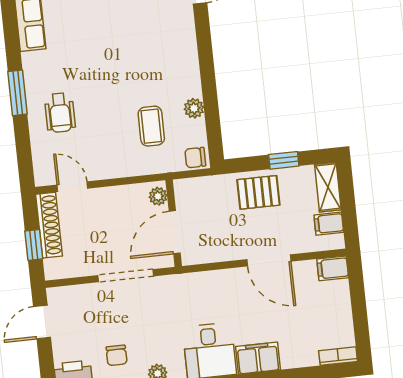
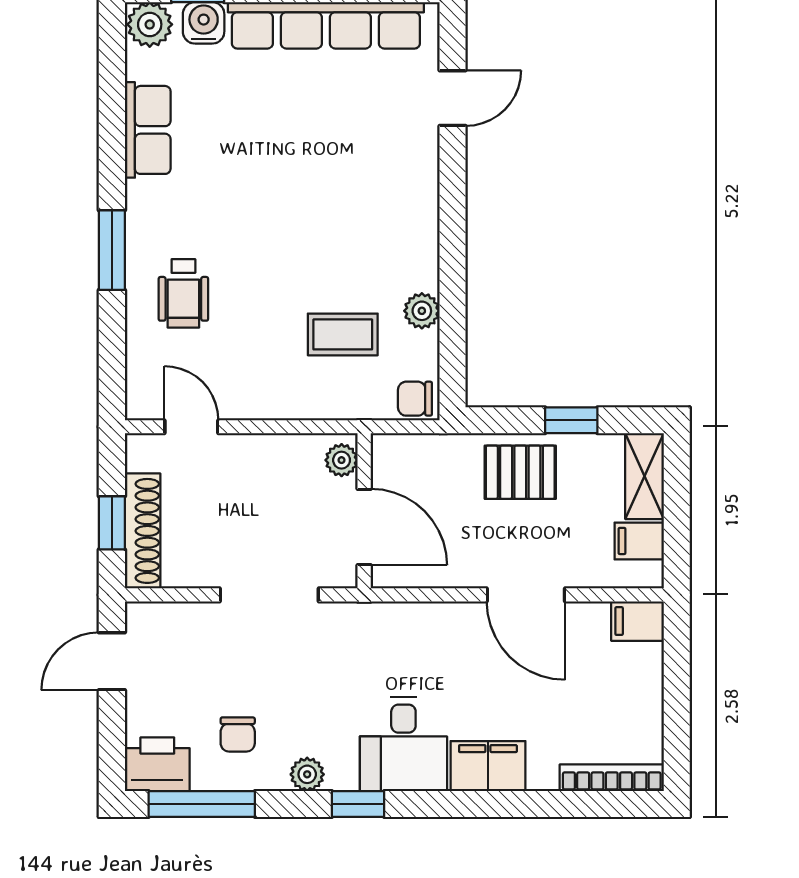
coffee table: (151, 126) -> (343, 334), turned 90
shoe rack: (49, 225) -> (143, 531), moved
door: (175, 232) -> (364, 527), swing flipped
bookcase: (338, 356) -> (612, 778), width x1.56

